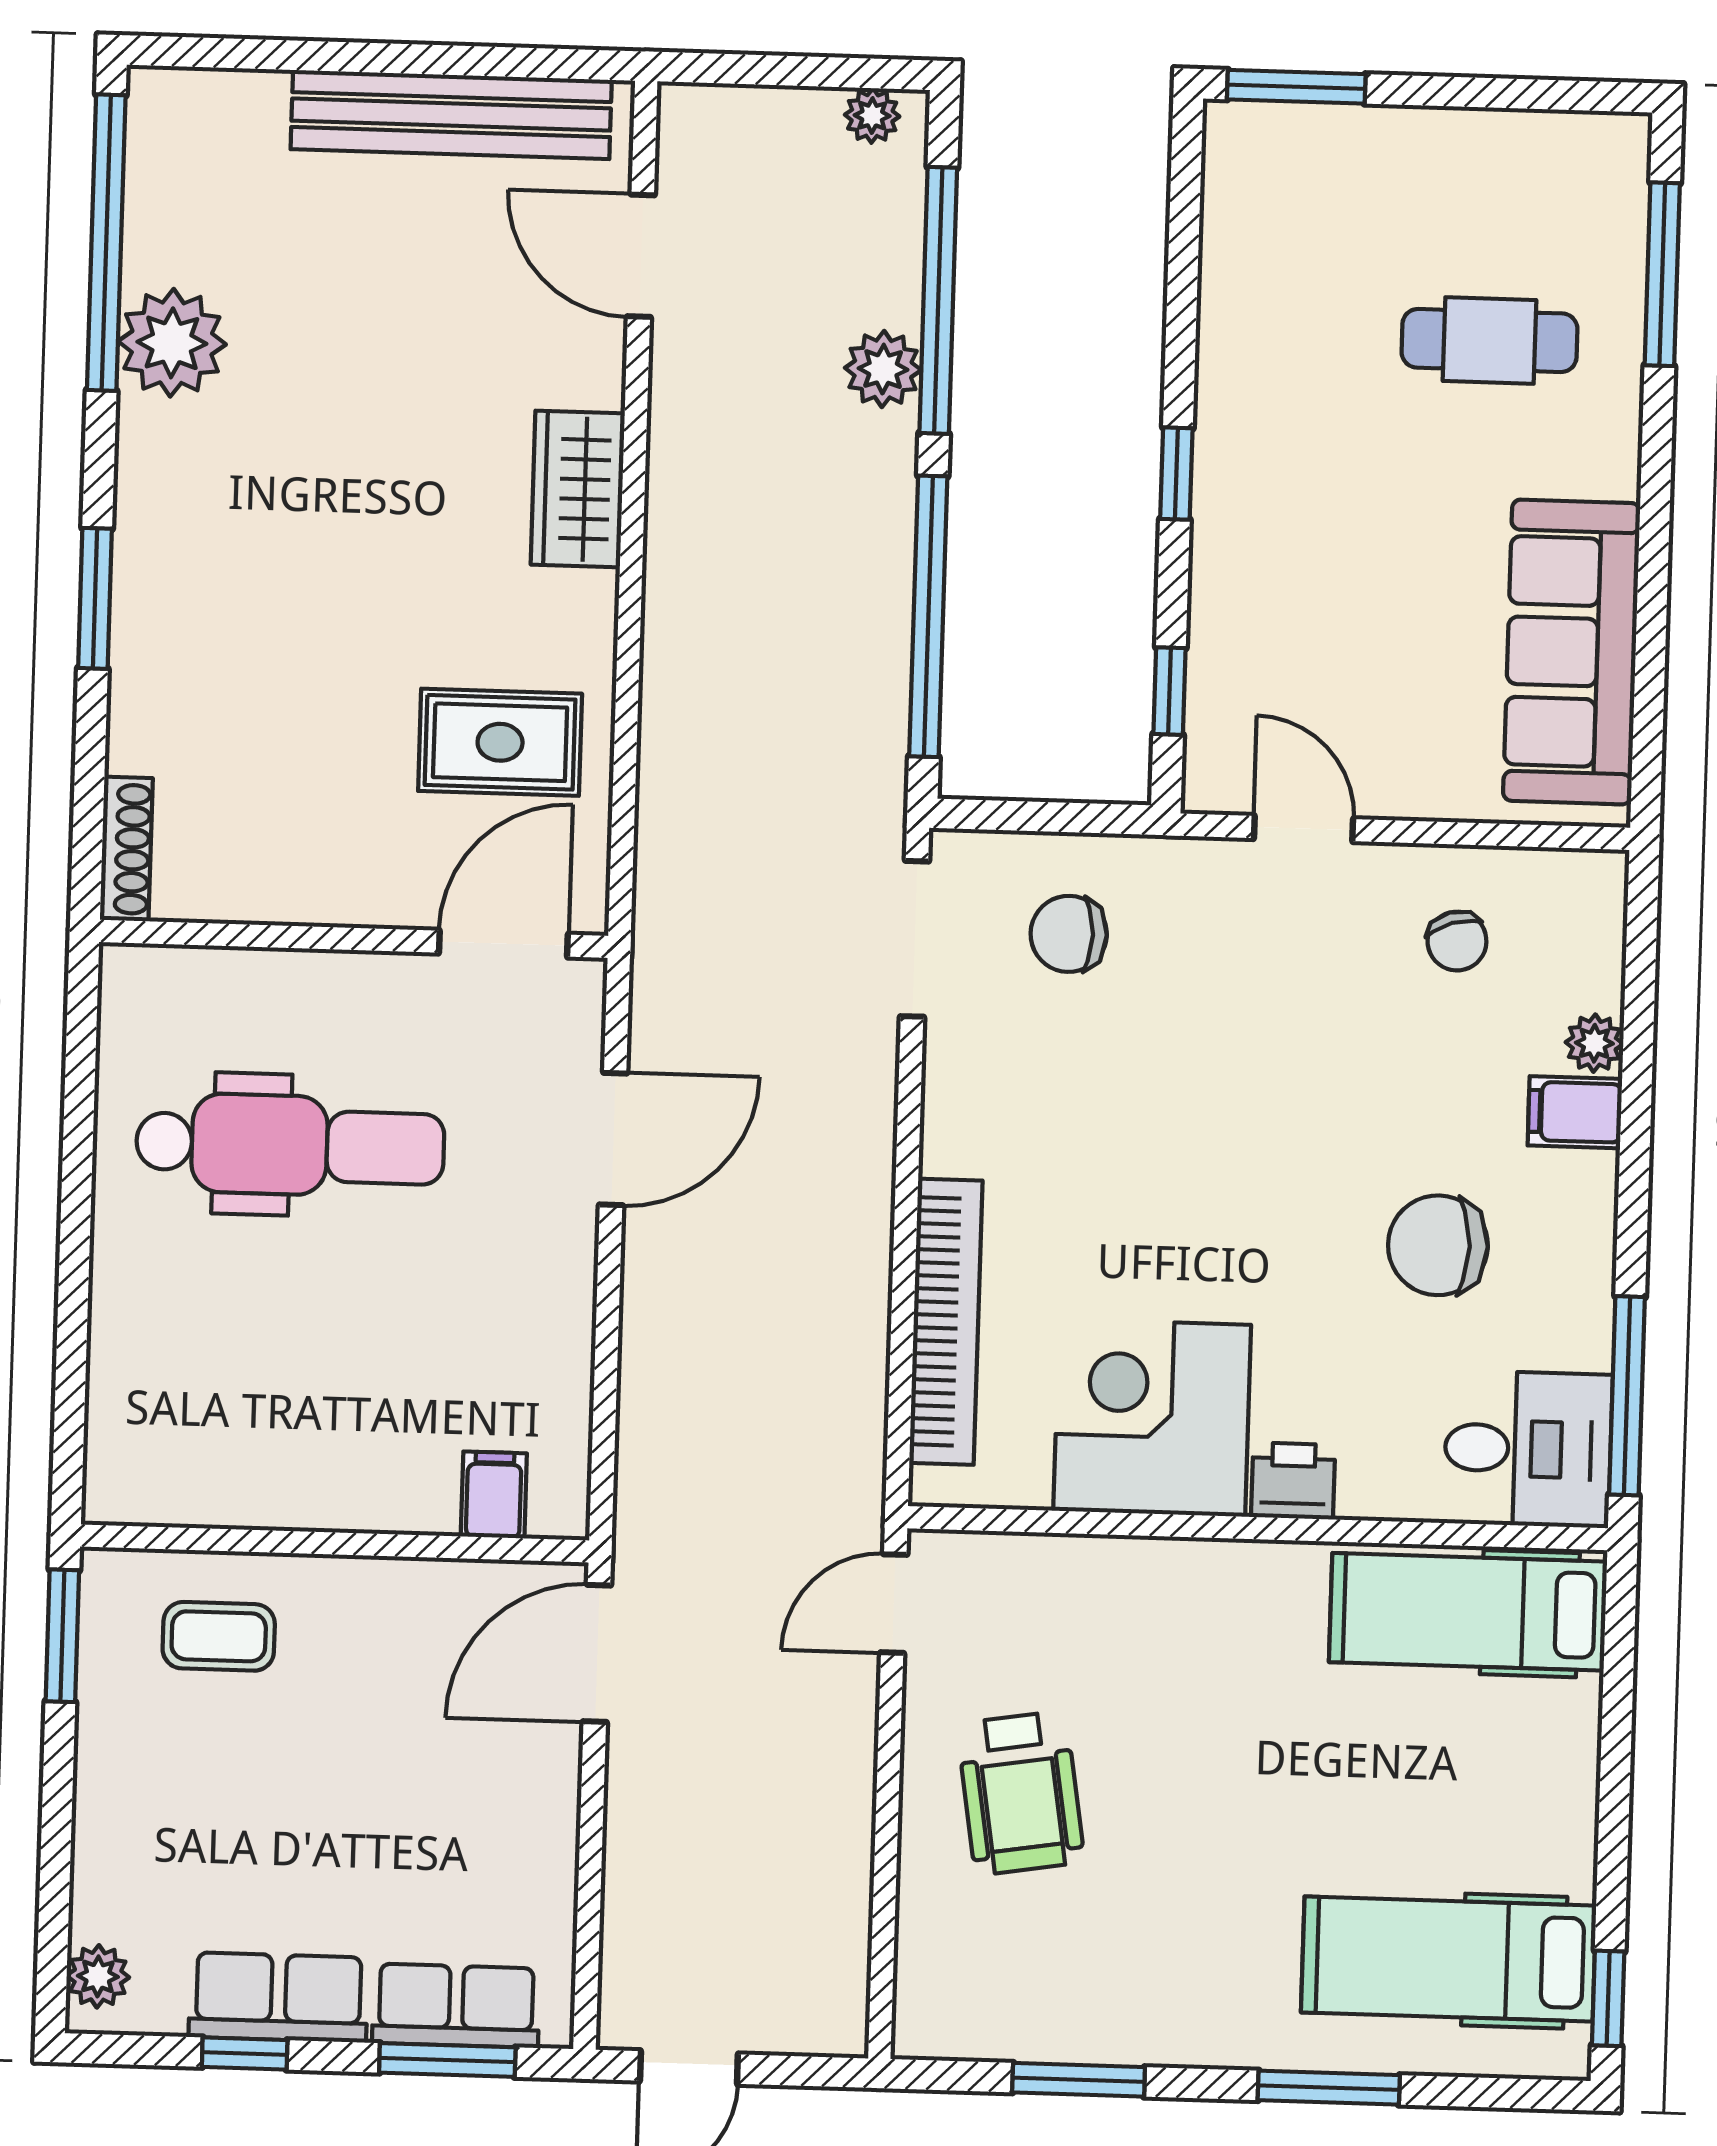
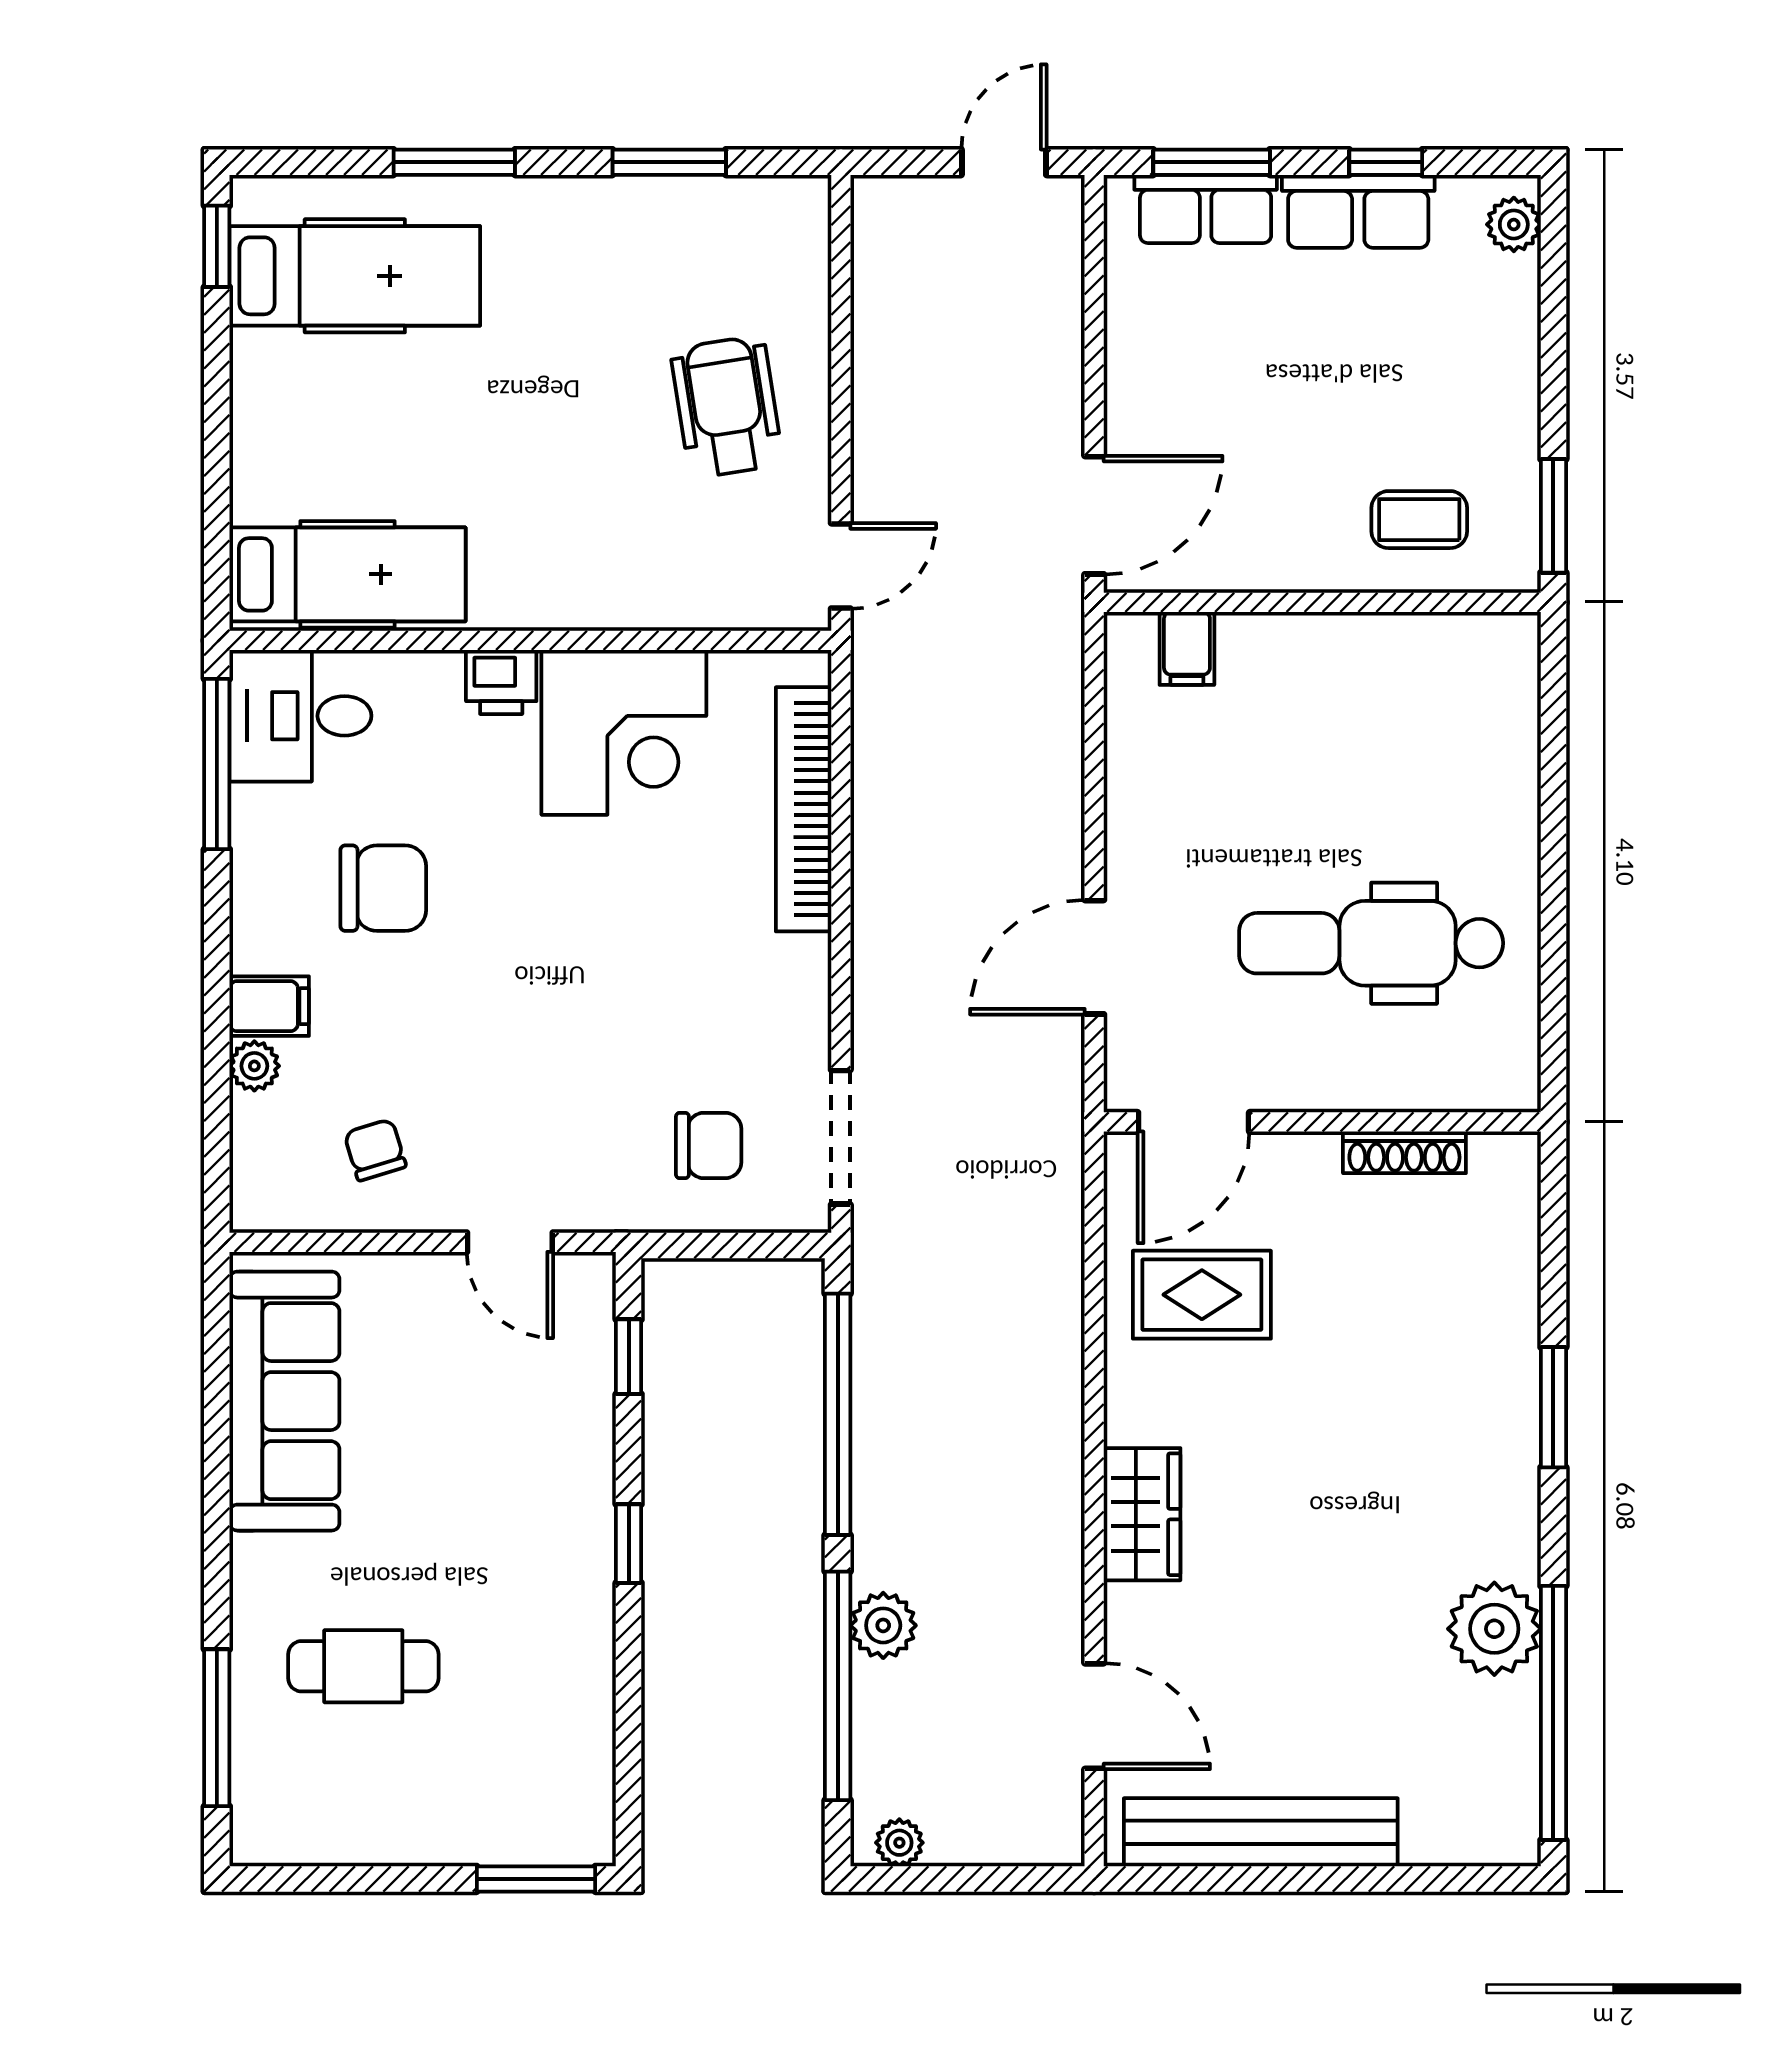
shoe rack: (126, 849) -> (1404, 1152), moved, turned -90

